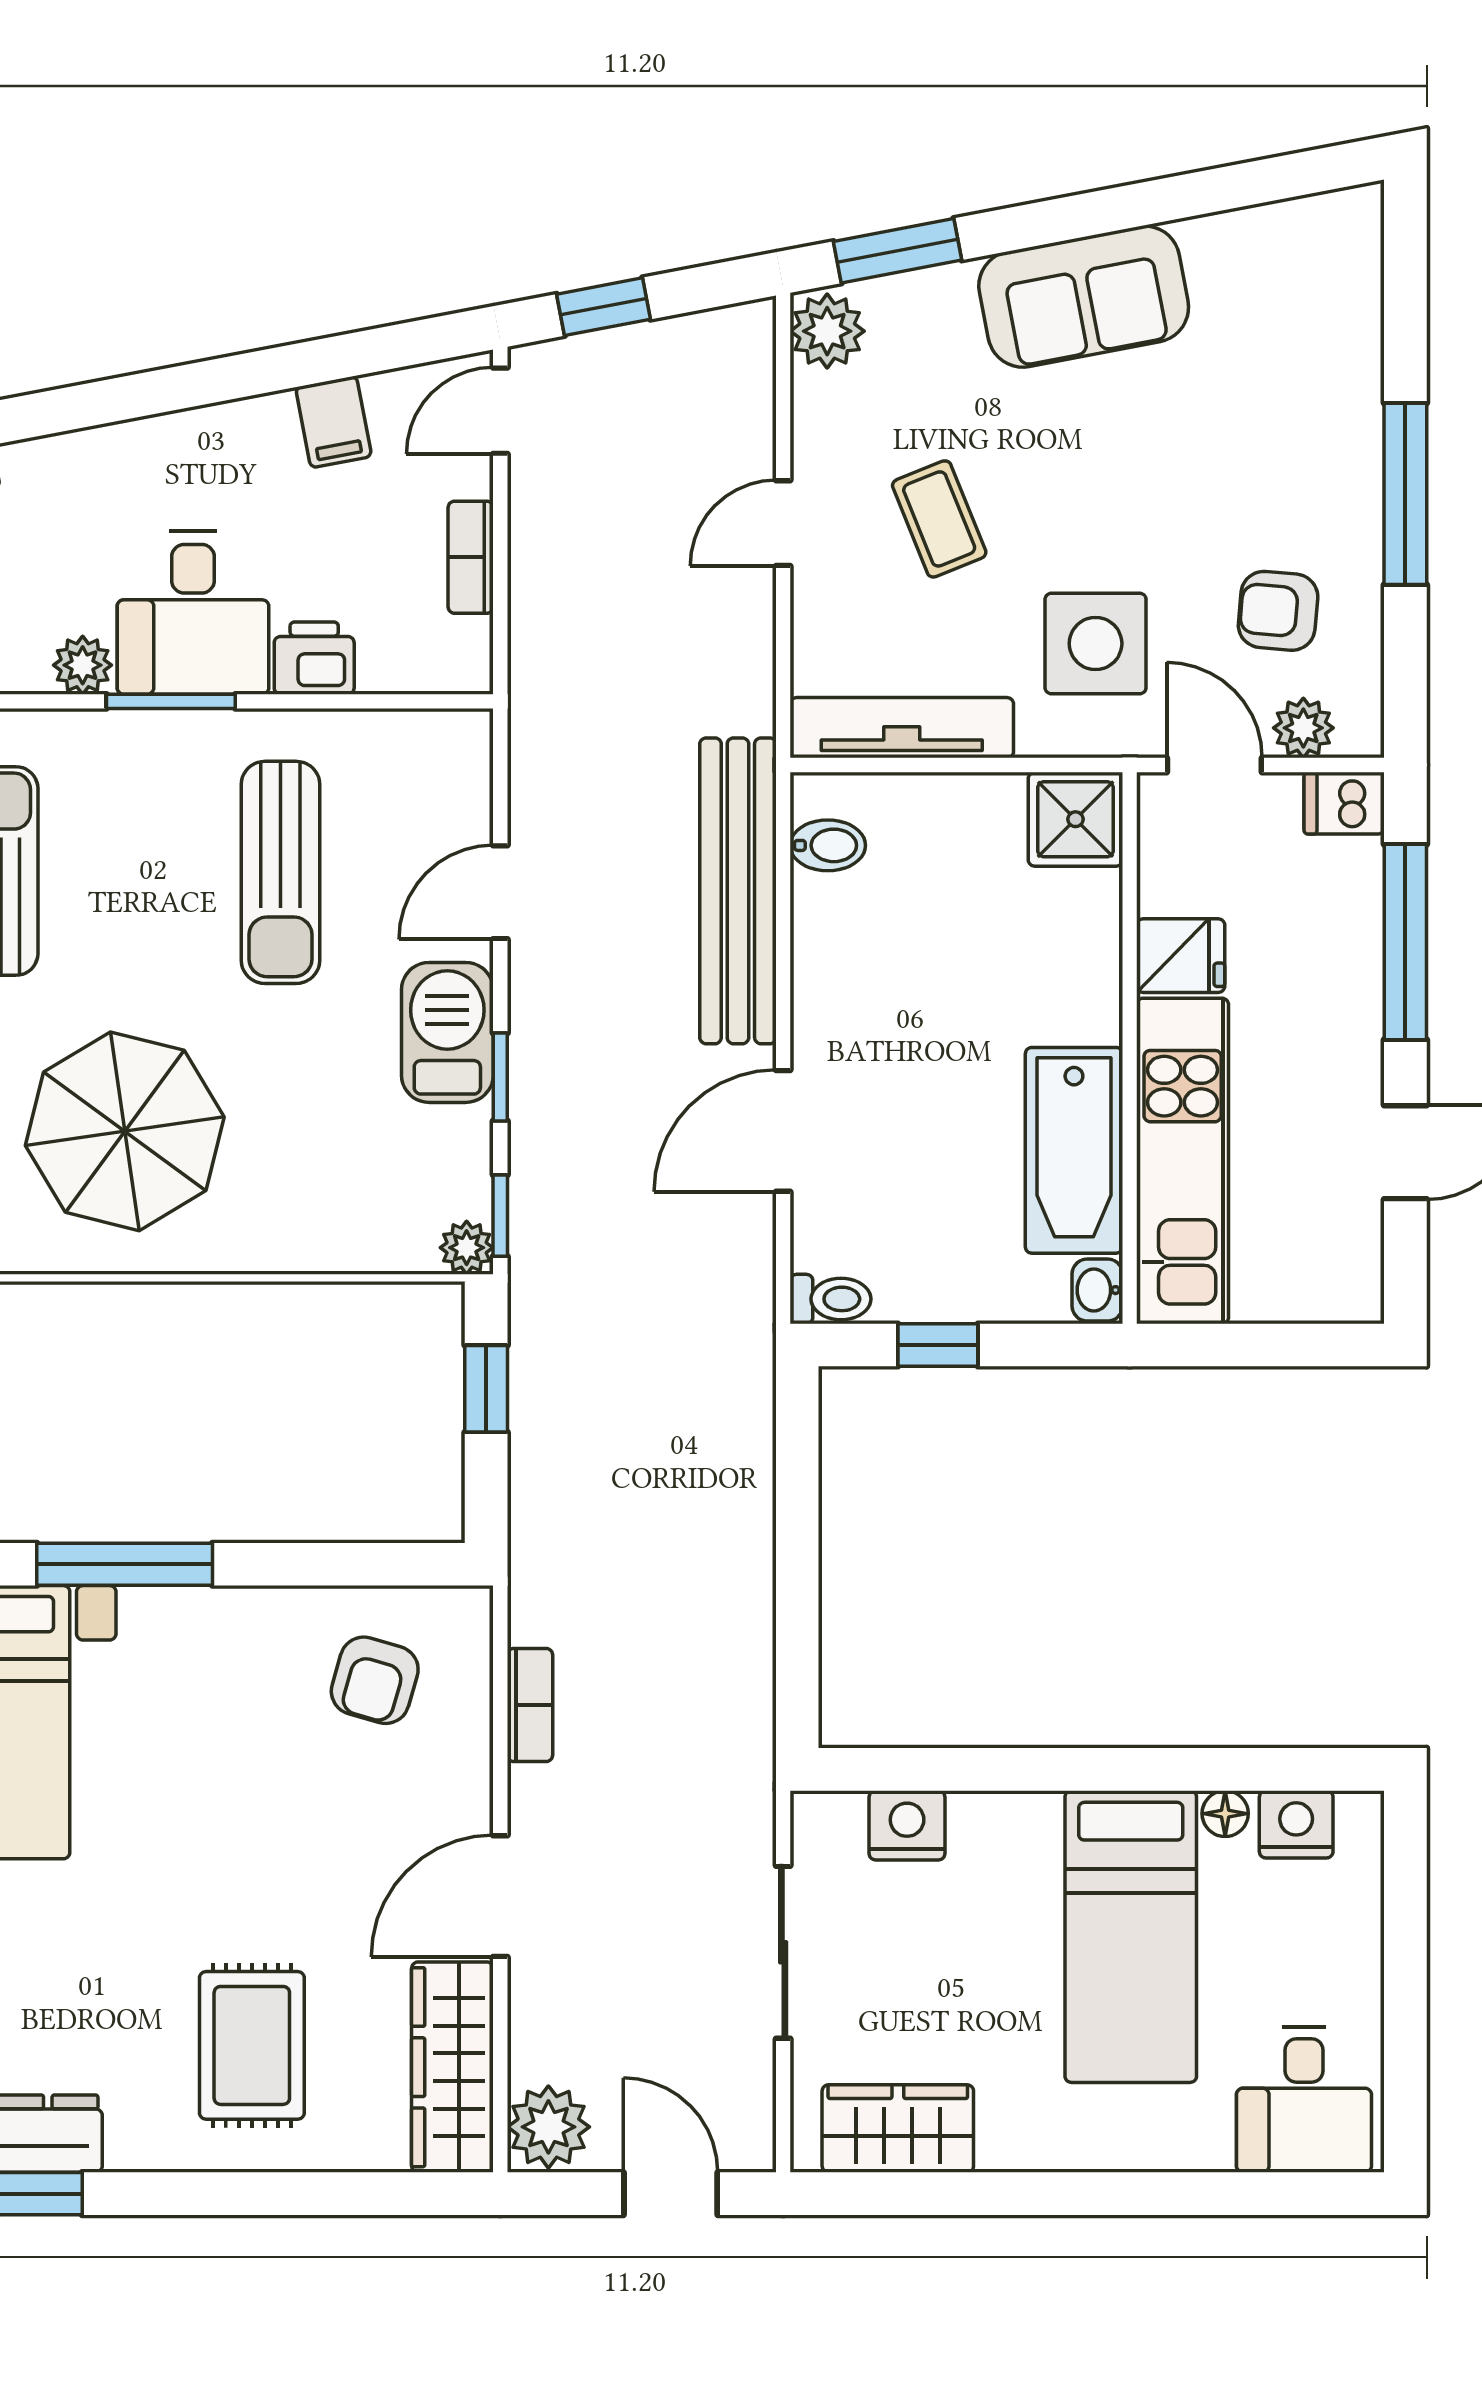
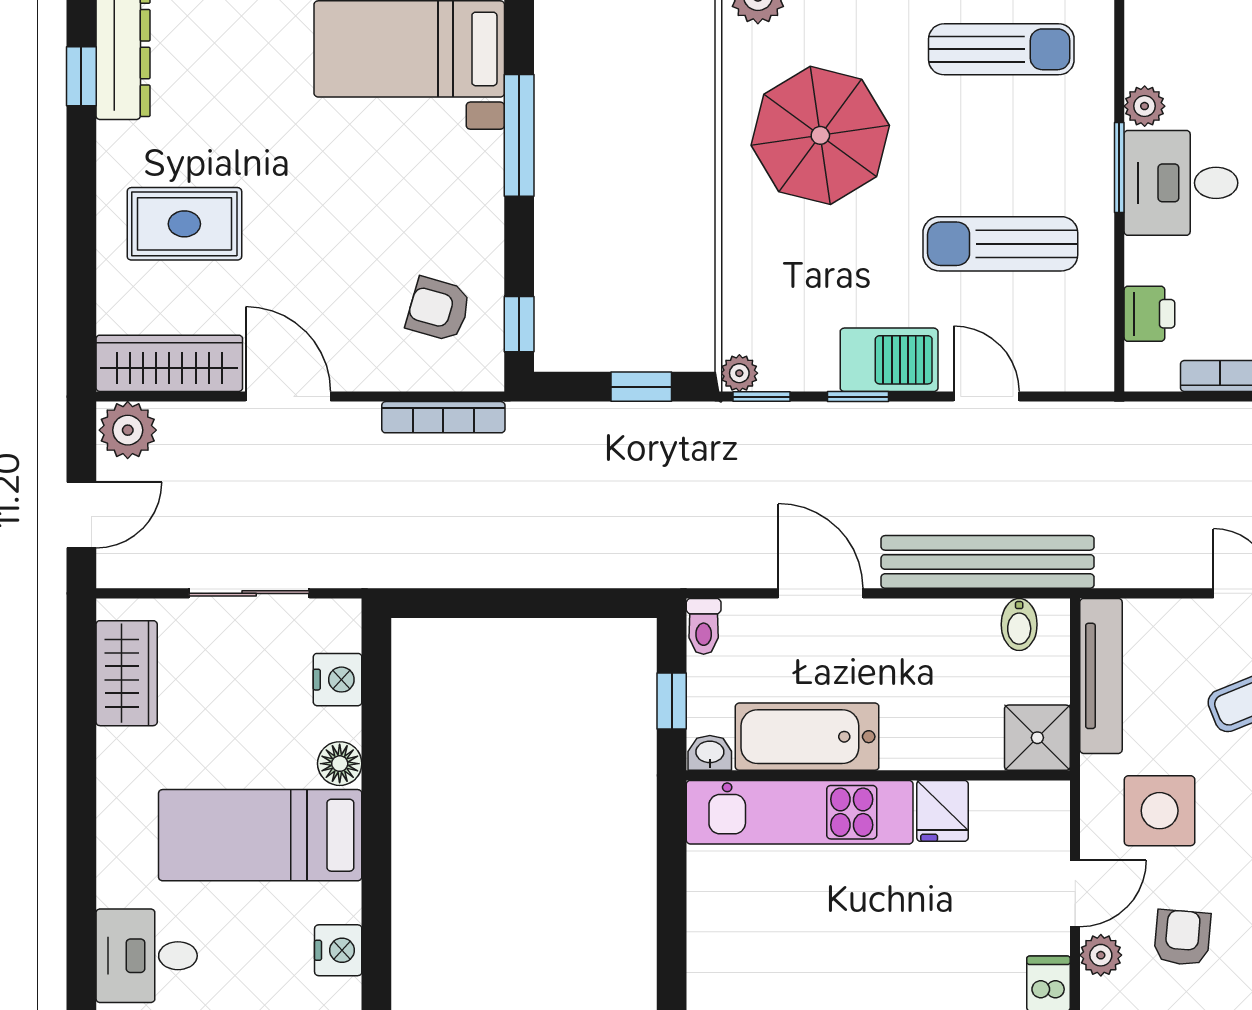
printer: (314, 658) -> (1149, 314), moved
shower: (1075, 819) -> (1037, 738), moved
fridge: (1181, 956) -> (942, 811), moved
wall: (1130, 1048) -> (878, 775), moved
bathtub: (1074, 1150) -> (807, 737), moved
kitchen unit: (1183, 1161) -> (800, 812), moved
washbasin: (1097, 1290) -> (710, 753), moved
window: (396, 1564) -> (519, 324), added
bookcase: (530, 1705) -> (443, 417), width x1.56
floor lamp: (1225, 1814) -> (340, 764), moved, width x1.37, depth x1.37

